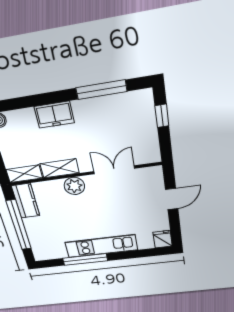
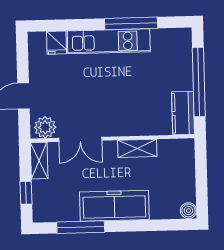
freezer: (54, 115) -> (114, 206), width x1.91, depth x1.26
shelving: (24, 174) -> (39, 161), moved, turned 90
plant: (74, 186) -> (45, 127), moved
fridge: (163, 239) -> (56, 43), moved

